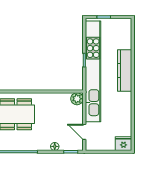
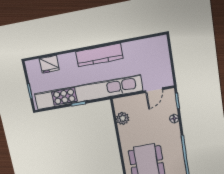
kitchen counter: (125, 71) -> (99, 55), moved
plant: (77, 99) -> (123, 118), moved
fridge: (124, 144) -> (49, 64), moved, turned -90

